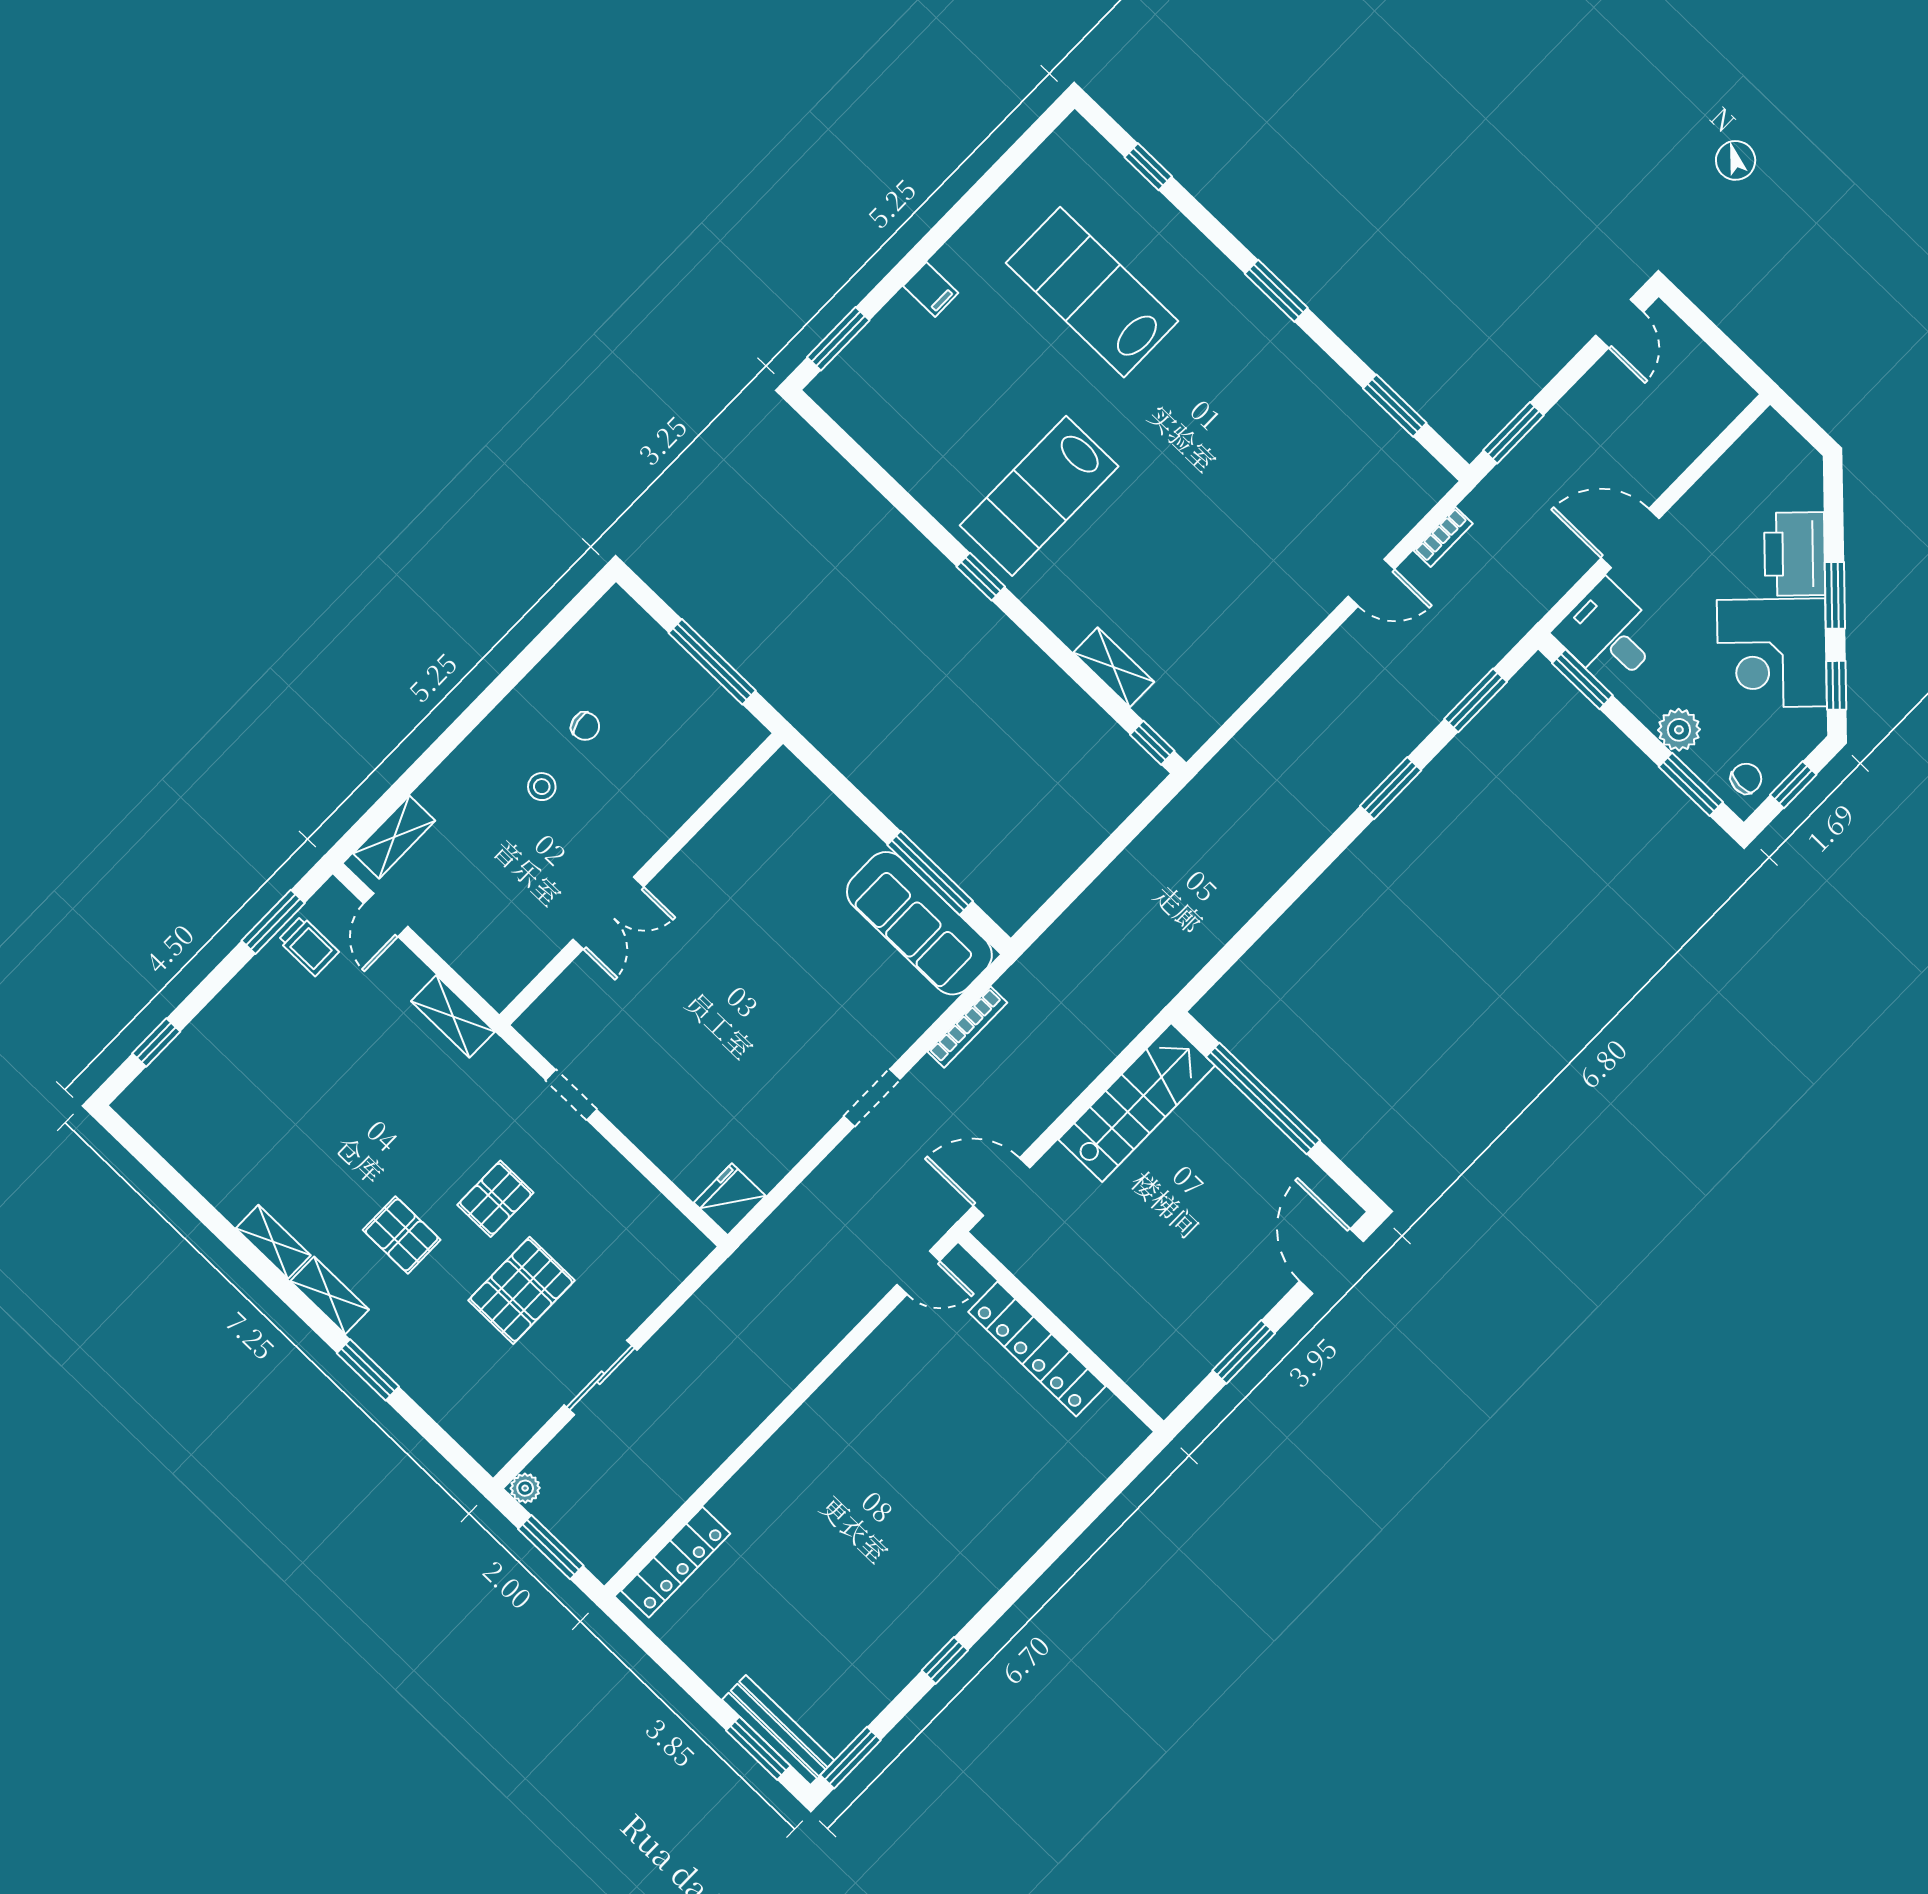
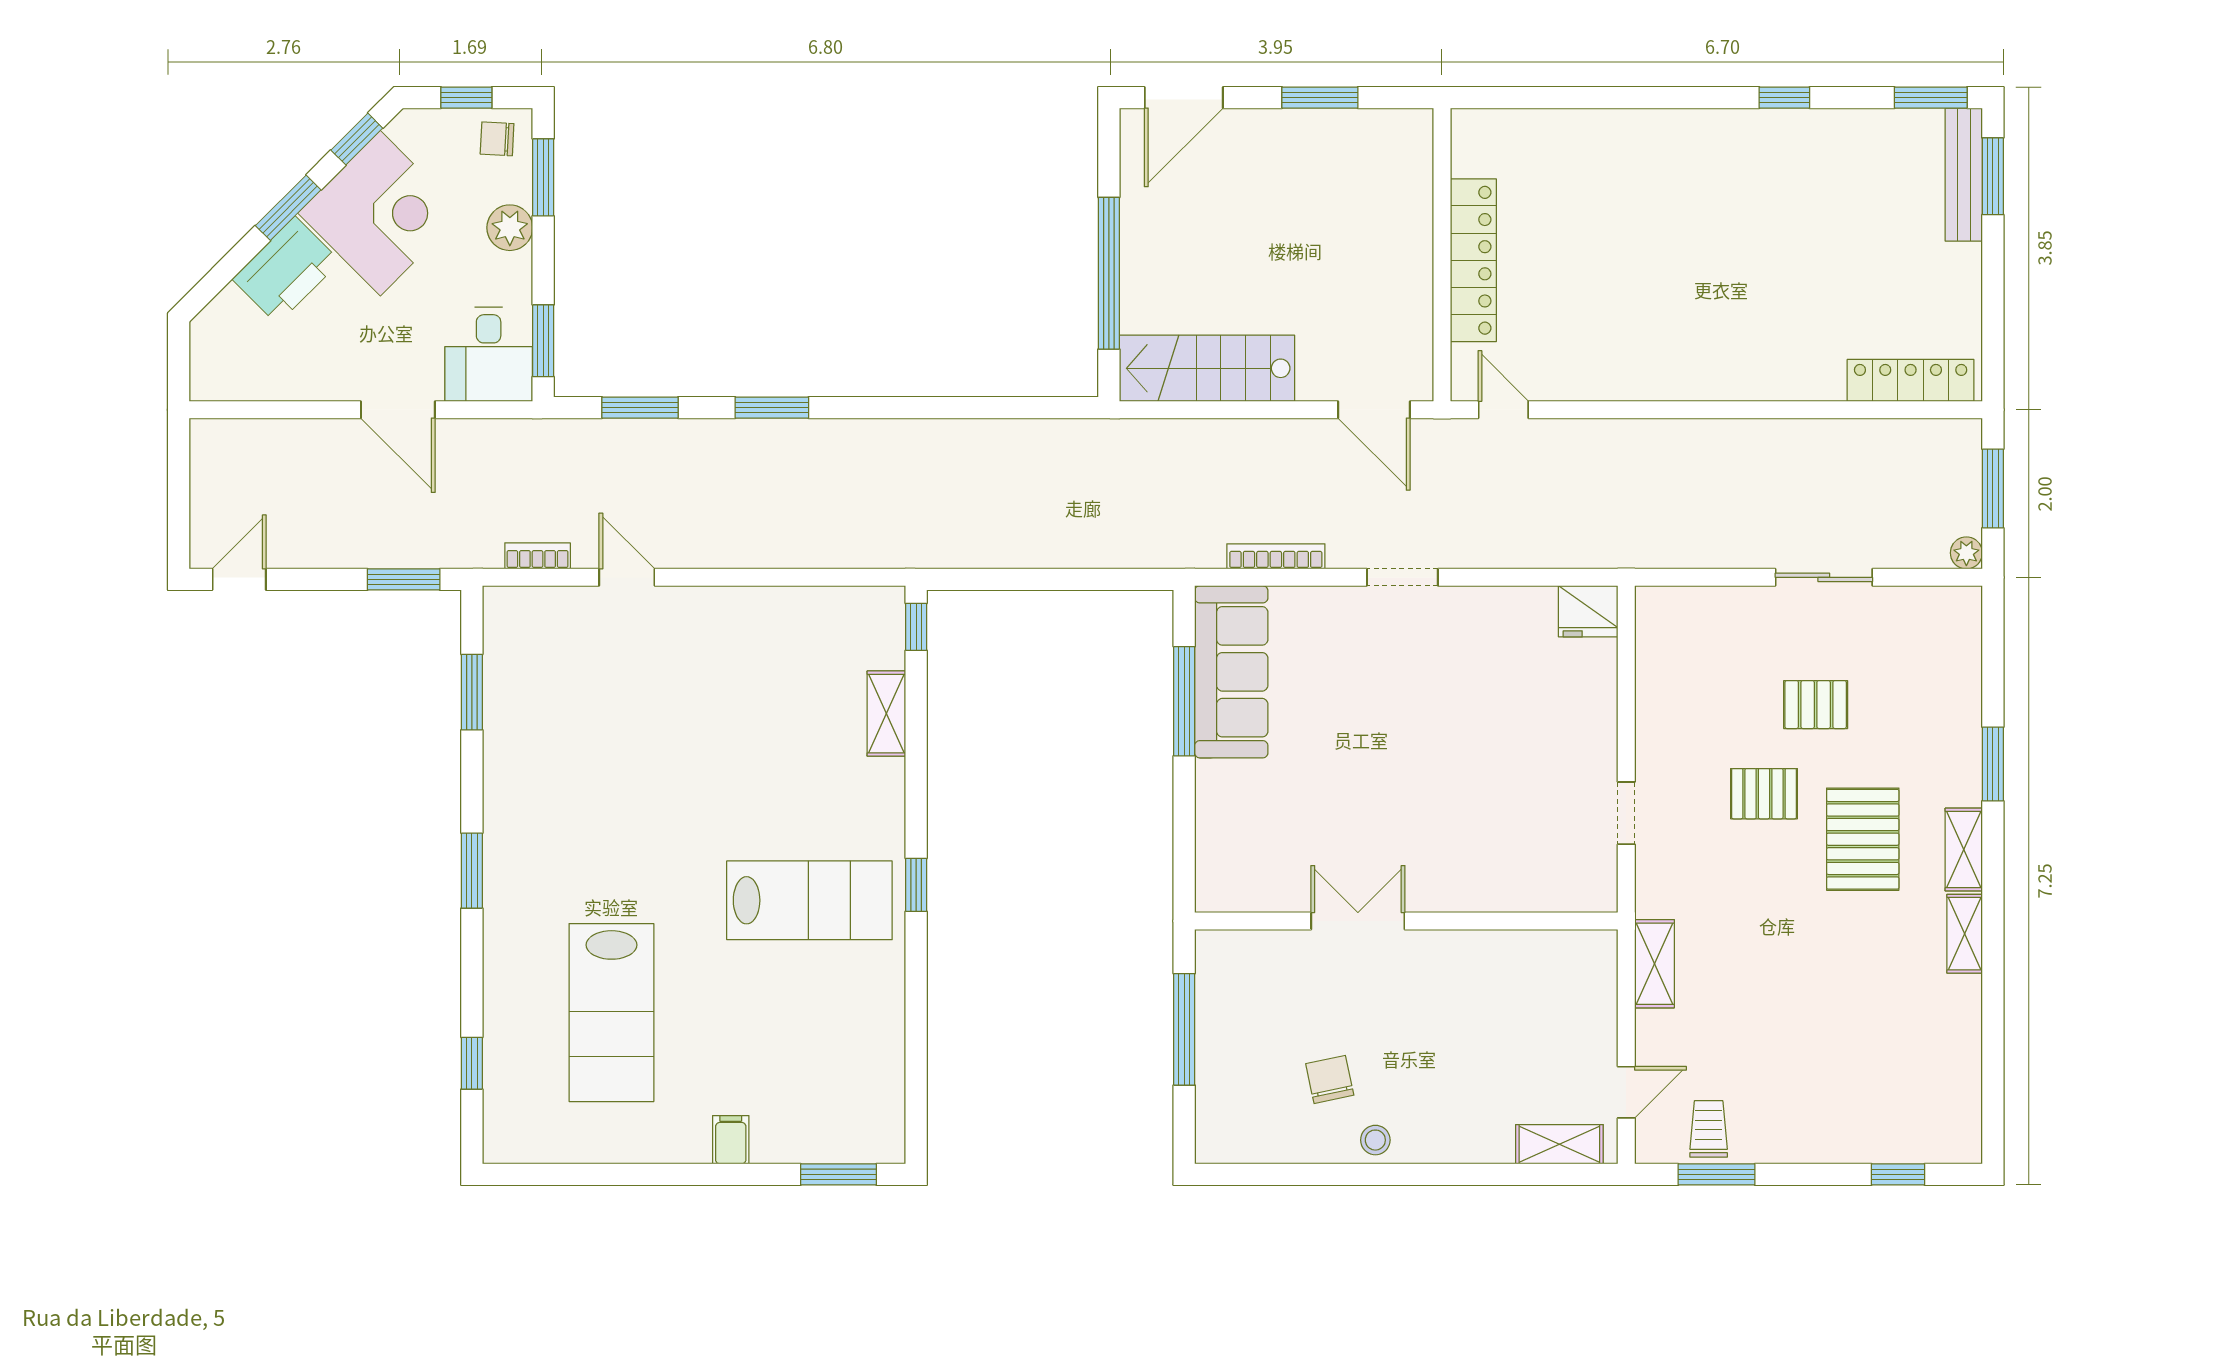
chair: (585, 726) -> (1330, 1079), width x1.37, depth x1.37
stool: (542, 787) -> (1375, 1140), moved
double door: (608, 913) -> (1358, 921), moved
pallet: (402, 1235) -> (1863, 839), width x1.50, depth x1.42
pallet: (521, 1290) -> (1816, 705), width x0.67, depth x0.71

